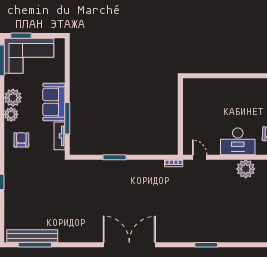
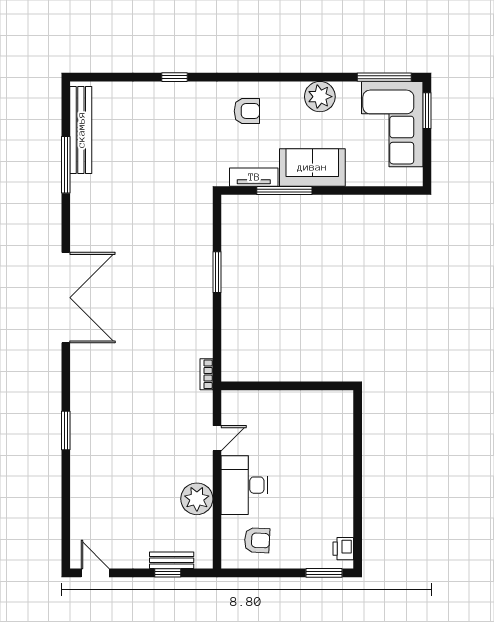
plant: (11, 114) -> (291, 93), removed
door: (200, 157) -> (217, 438), moved
window: (35, 245) -> (66, 165), moved

